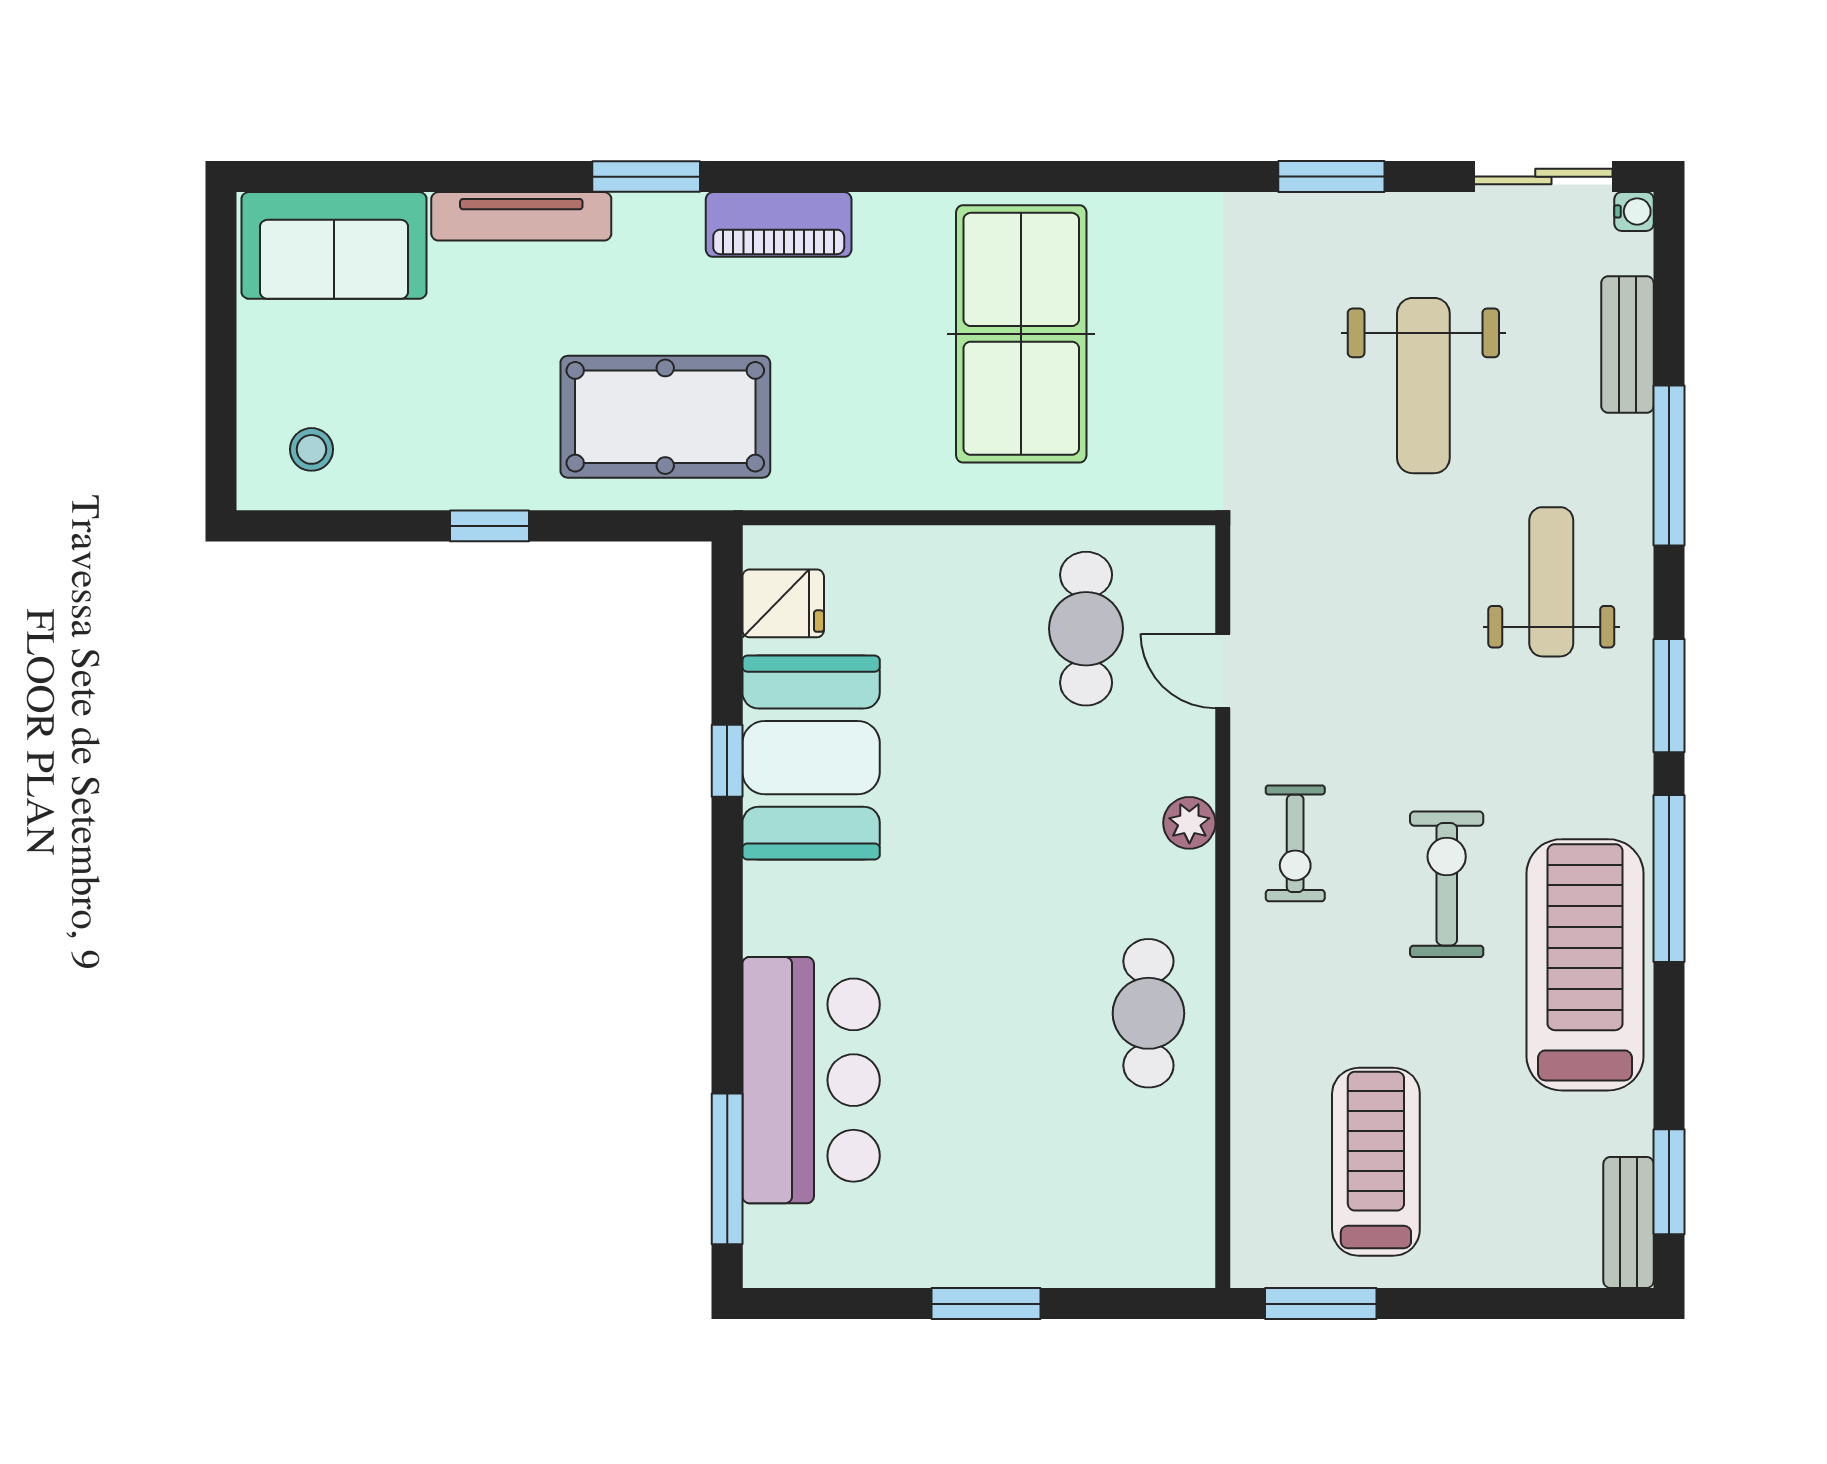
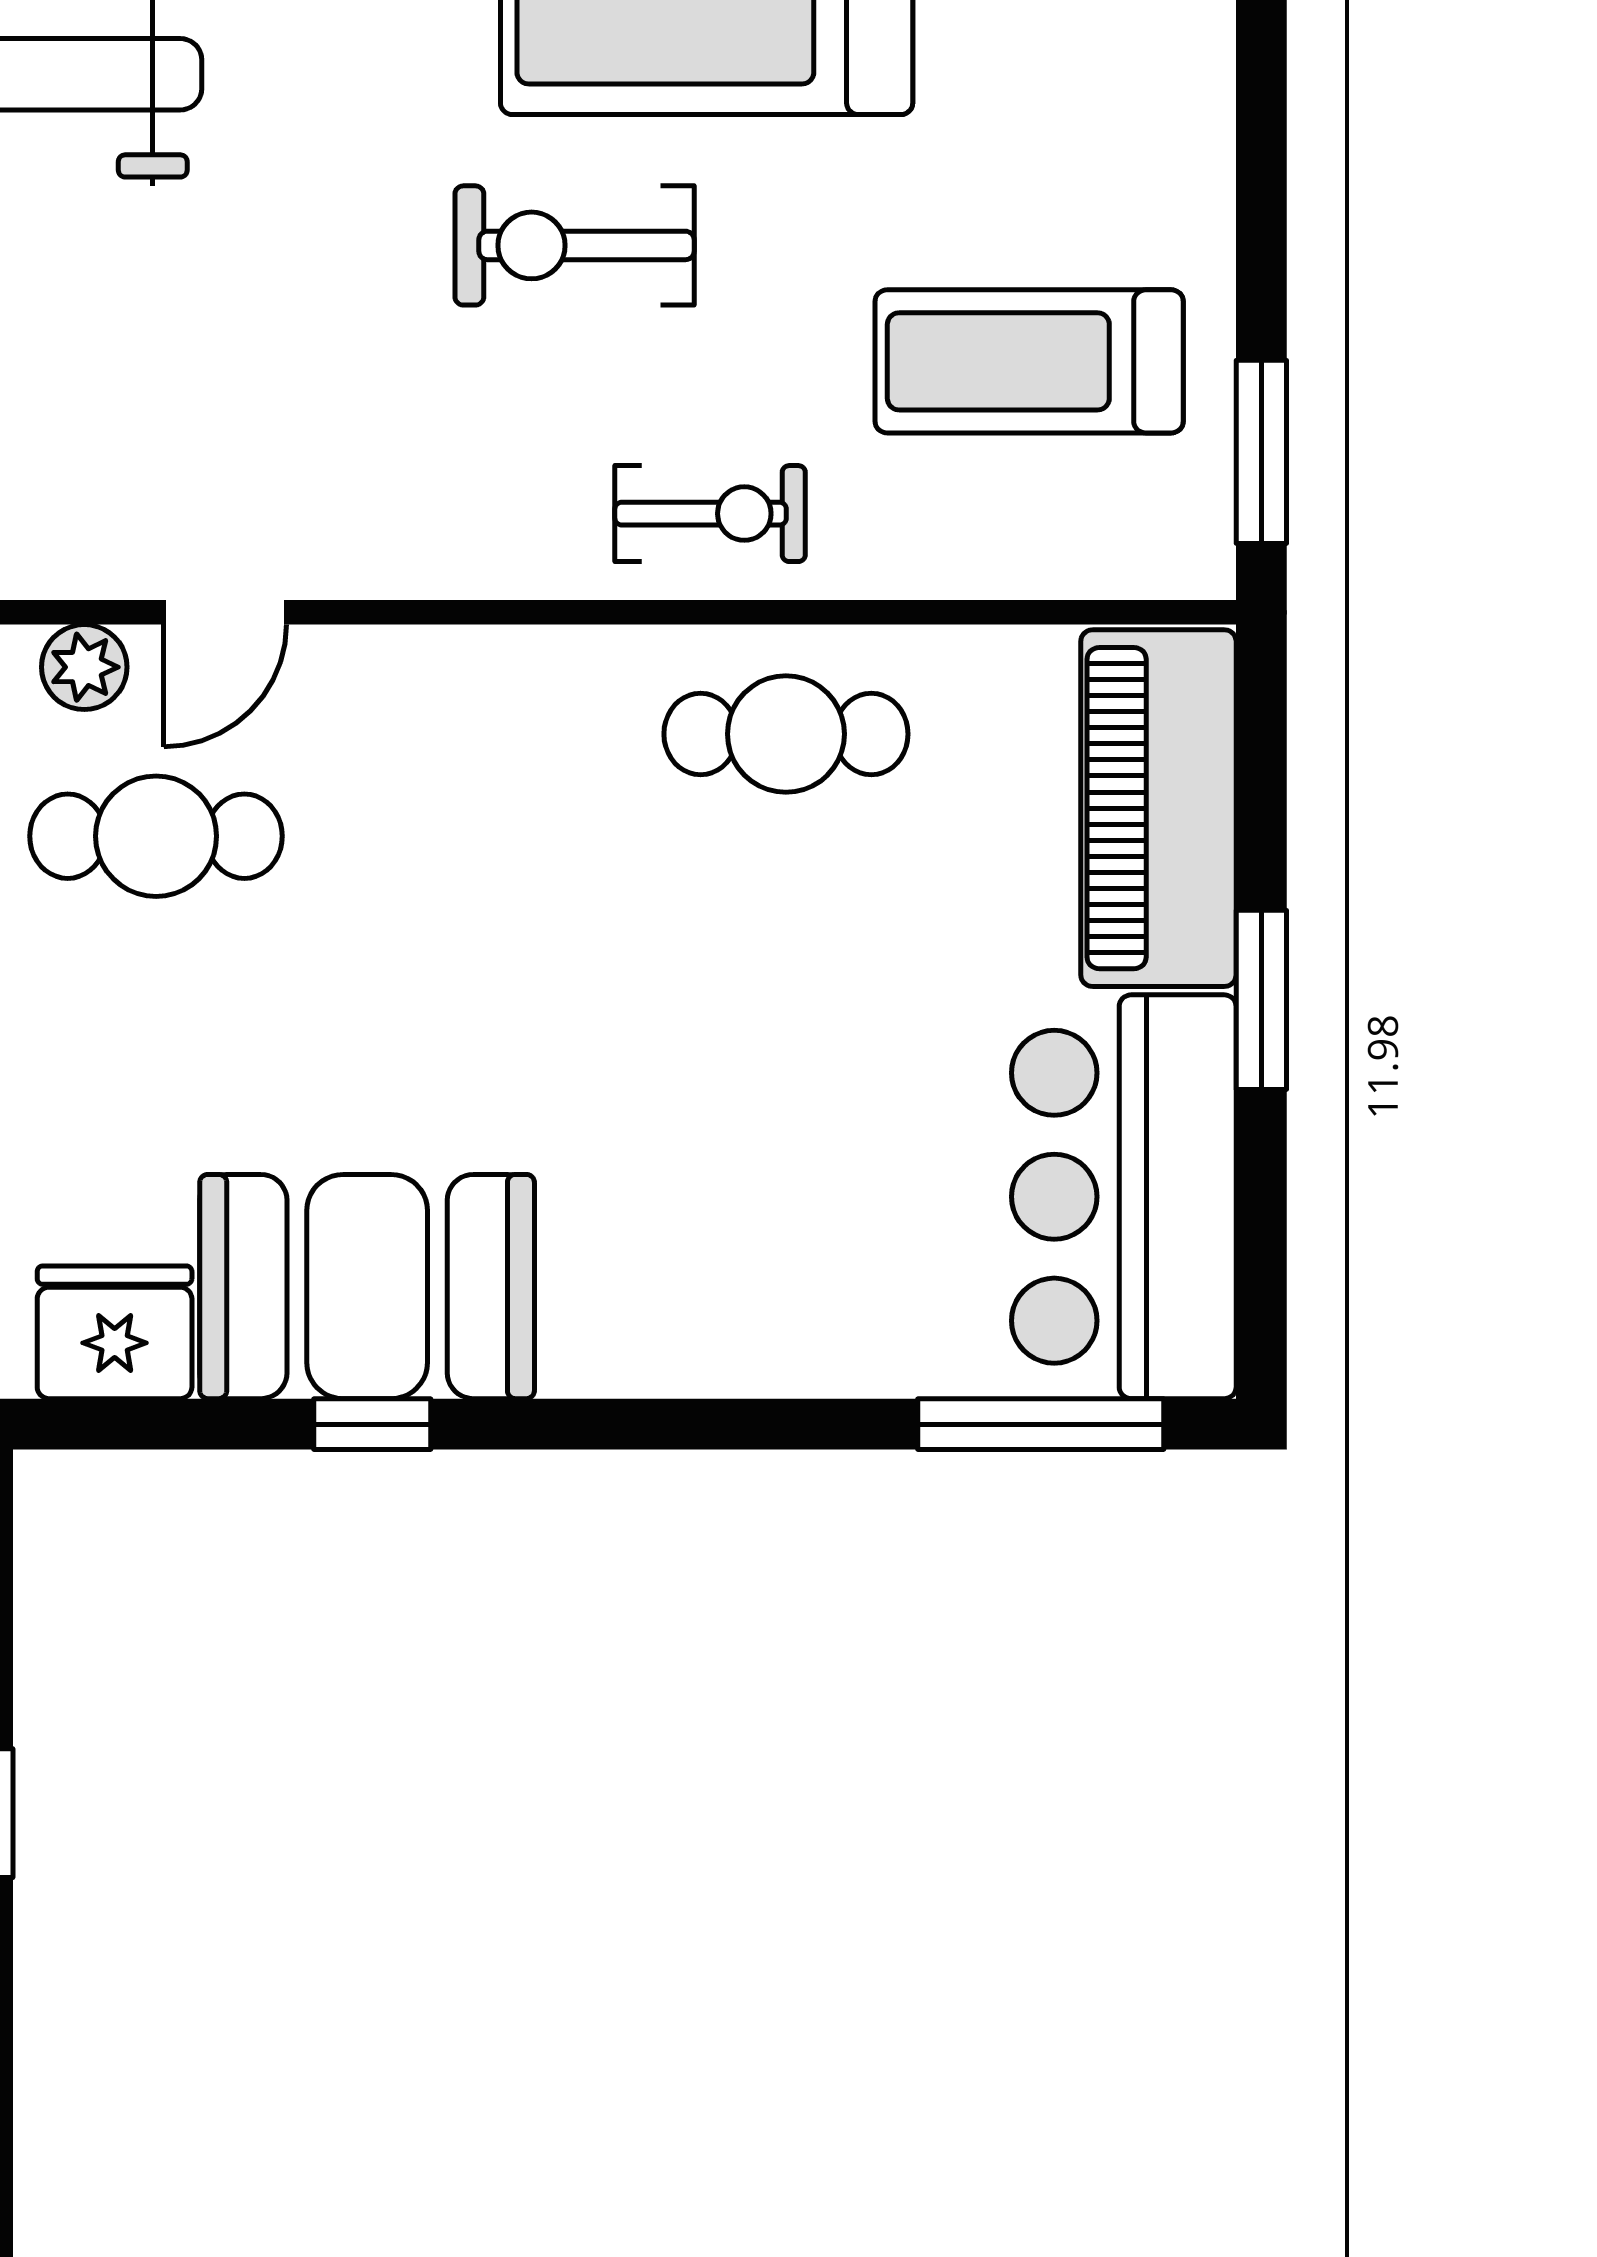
fridge: (783, 603) -> (115, 1332), width x1.38
plant: (1189, 823) -> (84, 667), moved
exercise bike: (1295, 843) -> (710, 514), moved
bar counter: (811, 1080) -> (1124, 1197), moved, turned -90
piano: (1103, 1241) -> (1158, 808), added

